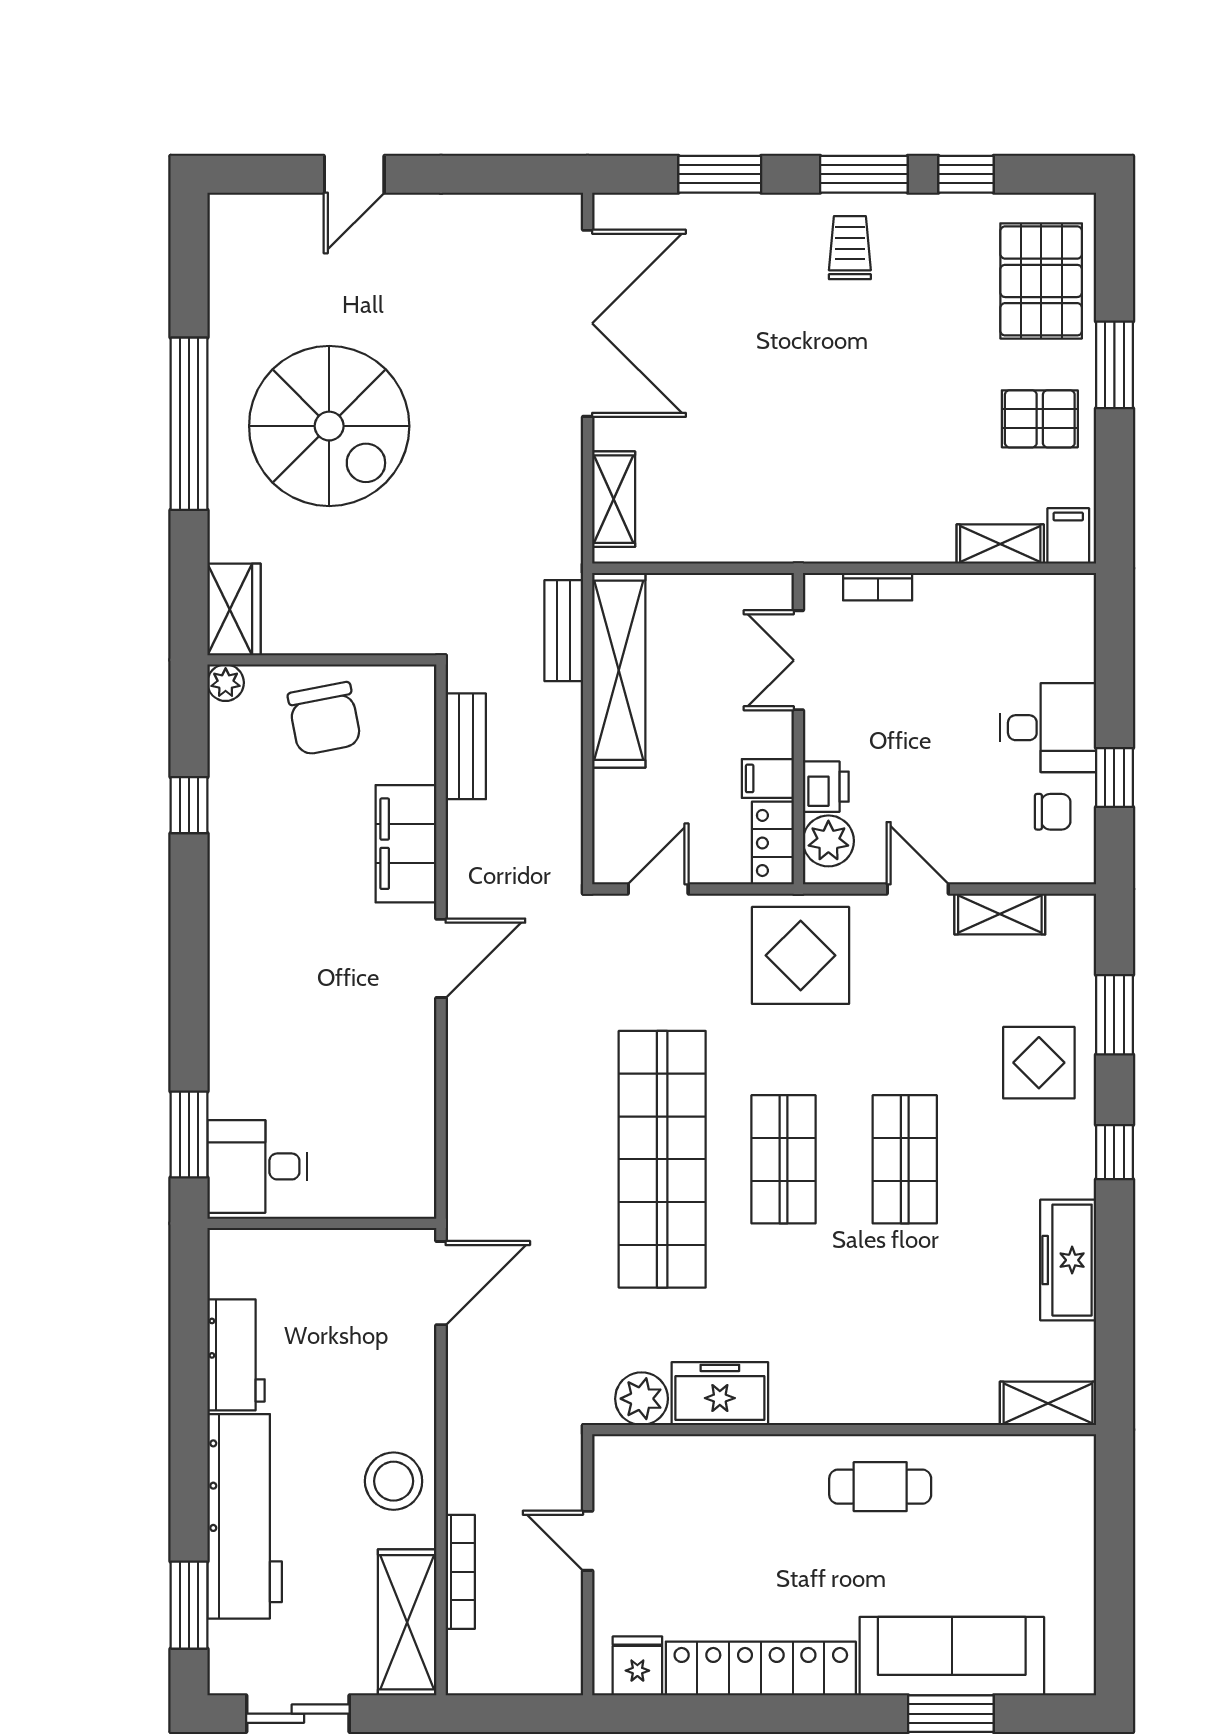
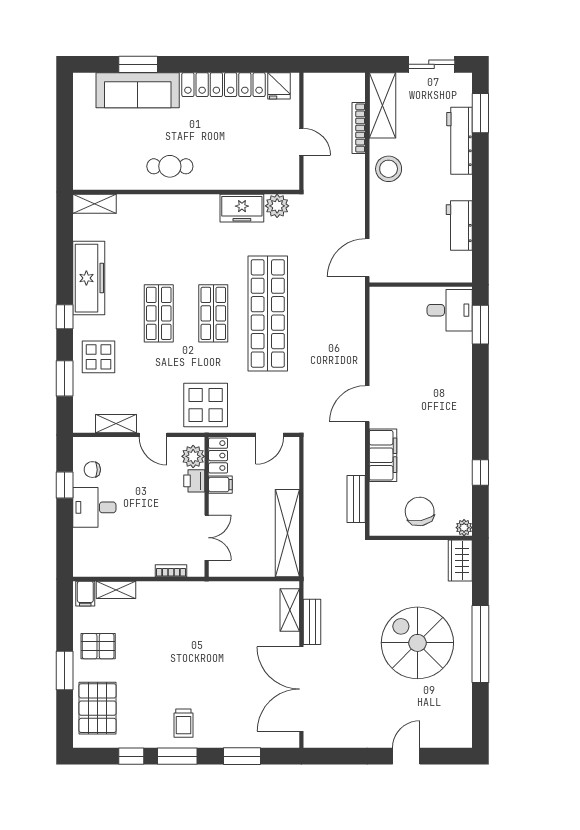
bench: (564, 631) -> (312, 622), moved
freezer: (1068, 1260) -> (89, 278), width x1.36, depth x1.26
workbench: (245, 1516) -> (460, 141), width x0.73, depth x0.76

